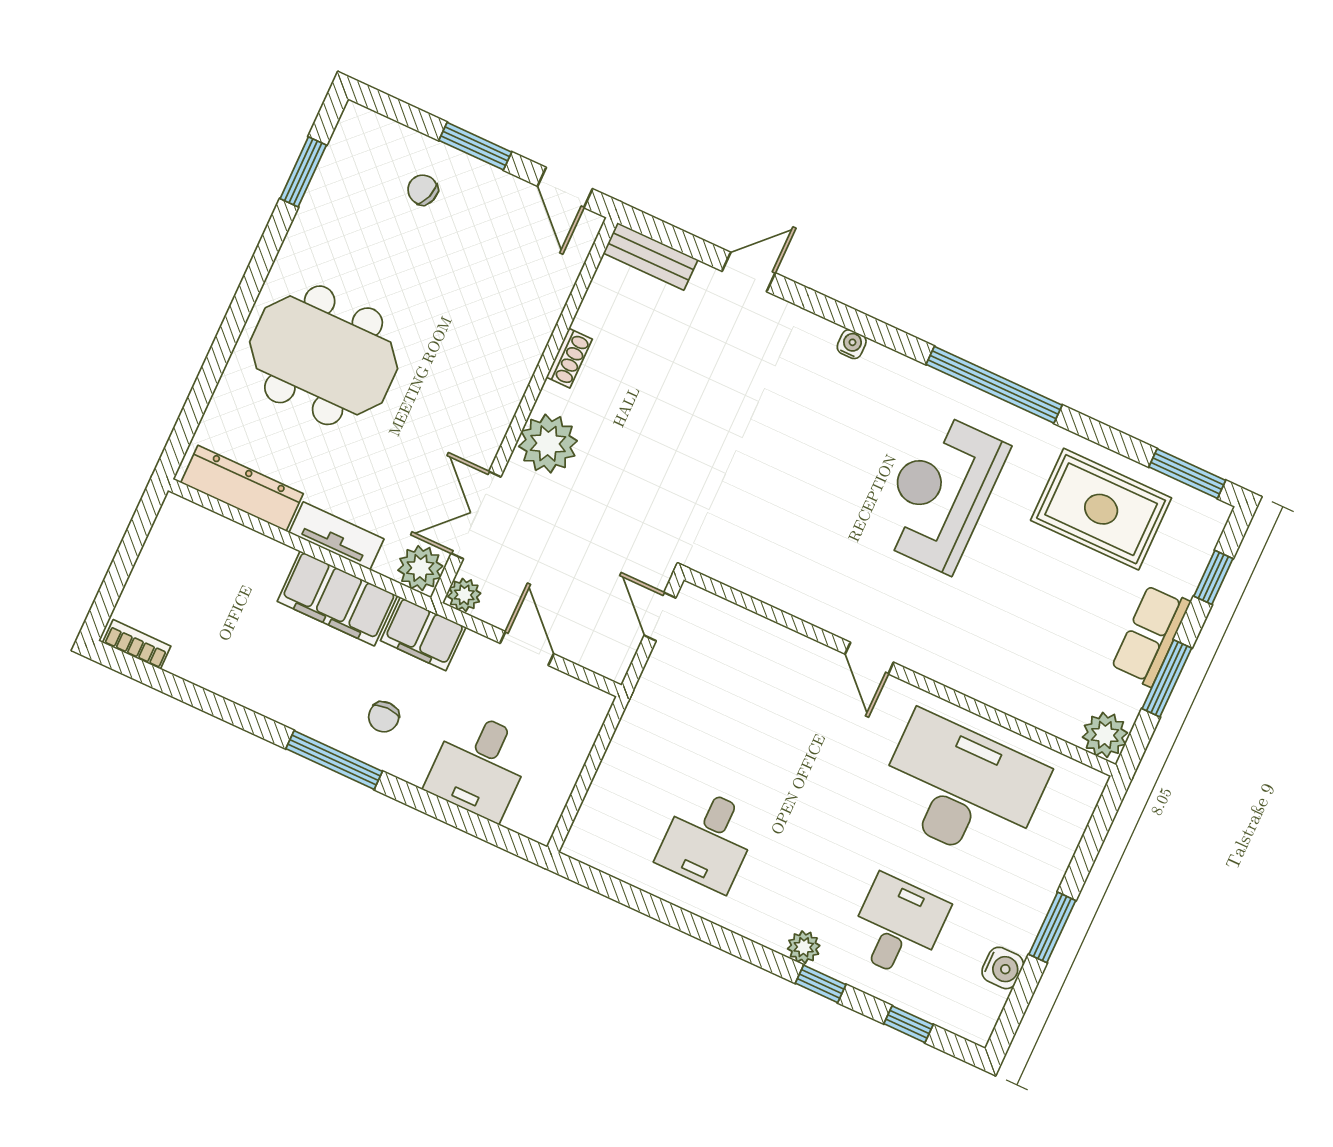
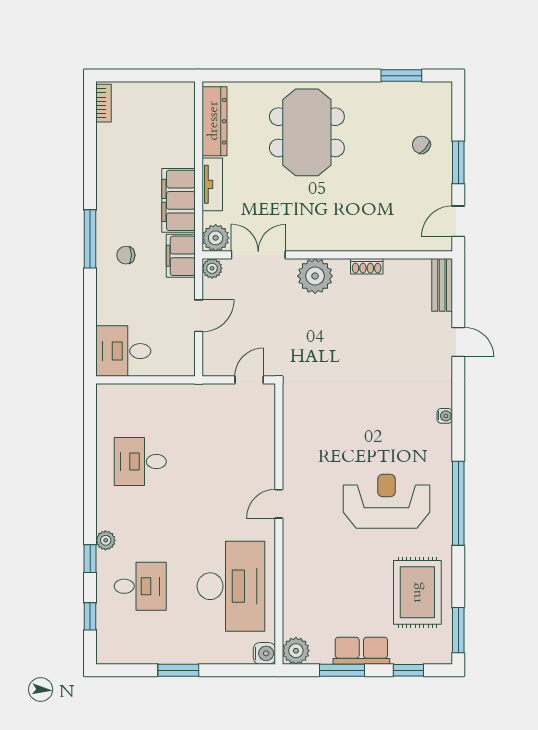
chair: (423, 190) -> (421, 145), turned -69
desk: (480, 766) -> (123, 351), moved
water cooler: (1003, 968) -> (264, 653), moved, turned -90

